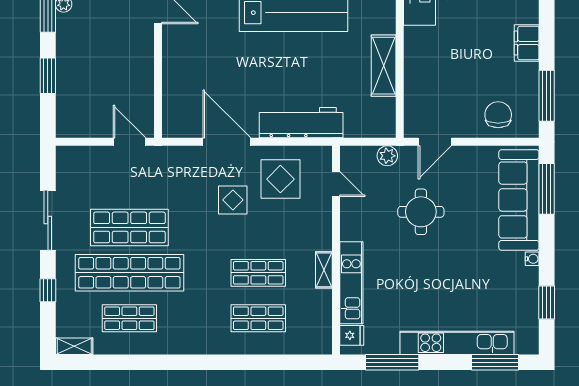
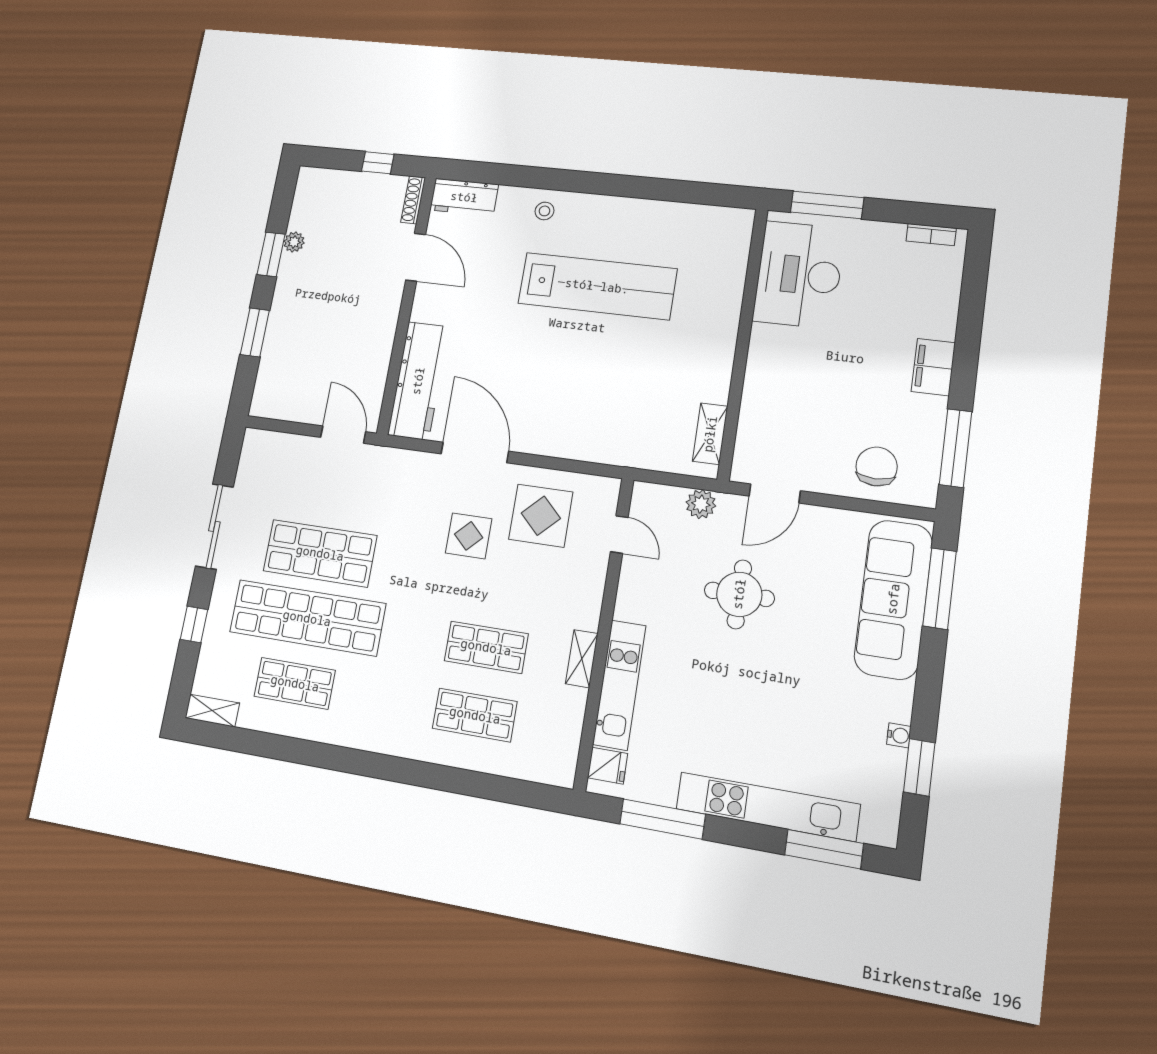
shelving: (384, 66) -> (710, 434), moved, width x0.67, depth x0.75
workbench: (301, 123) -> (418, 381), moved, turned 90
water cooler: (532, 259) -> (899, 735), moved

